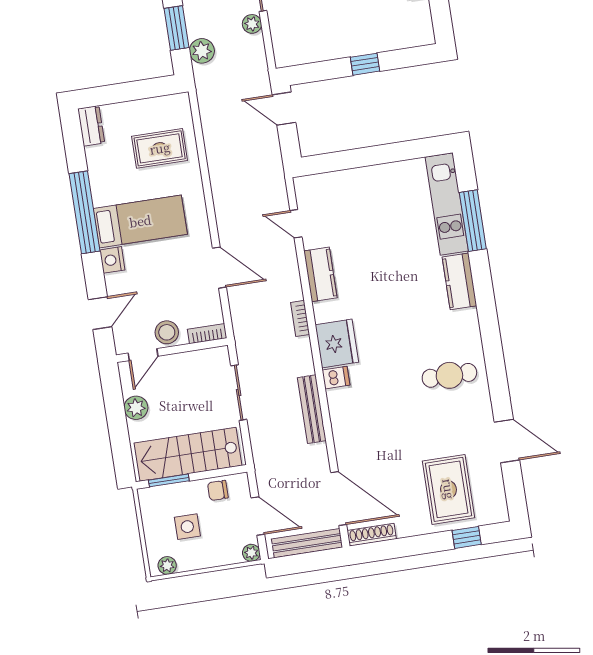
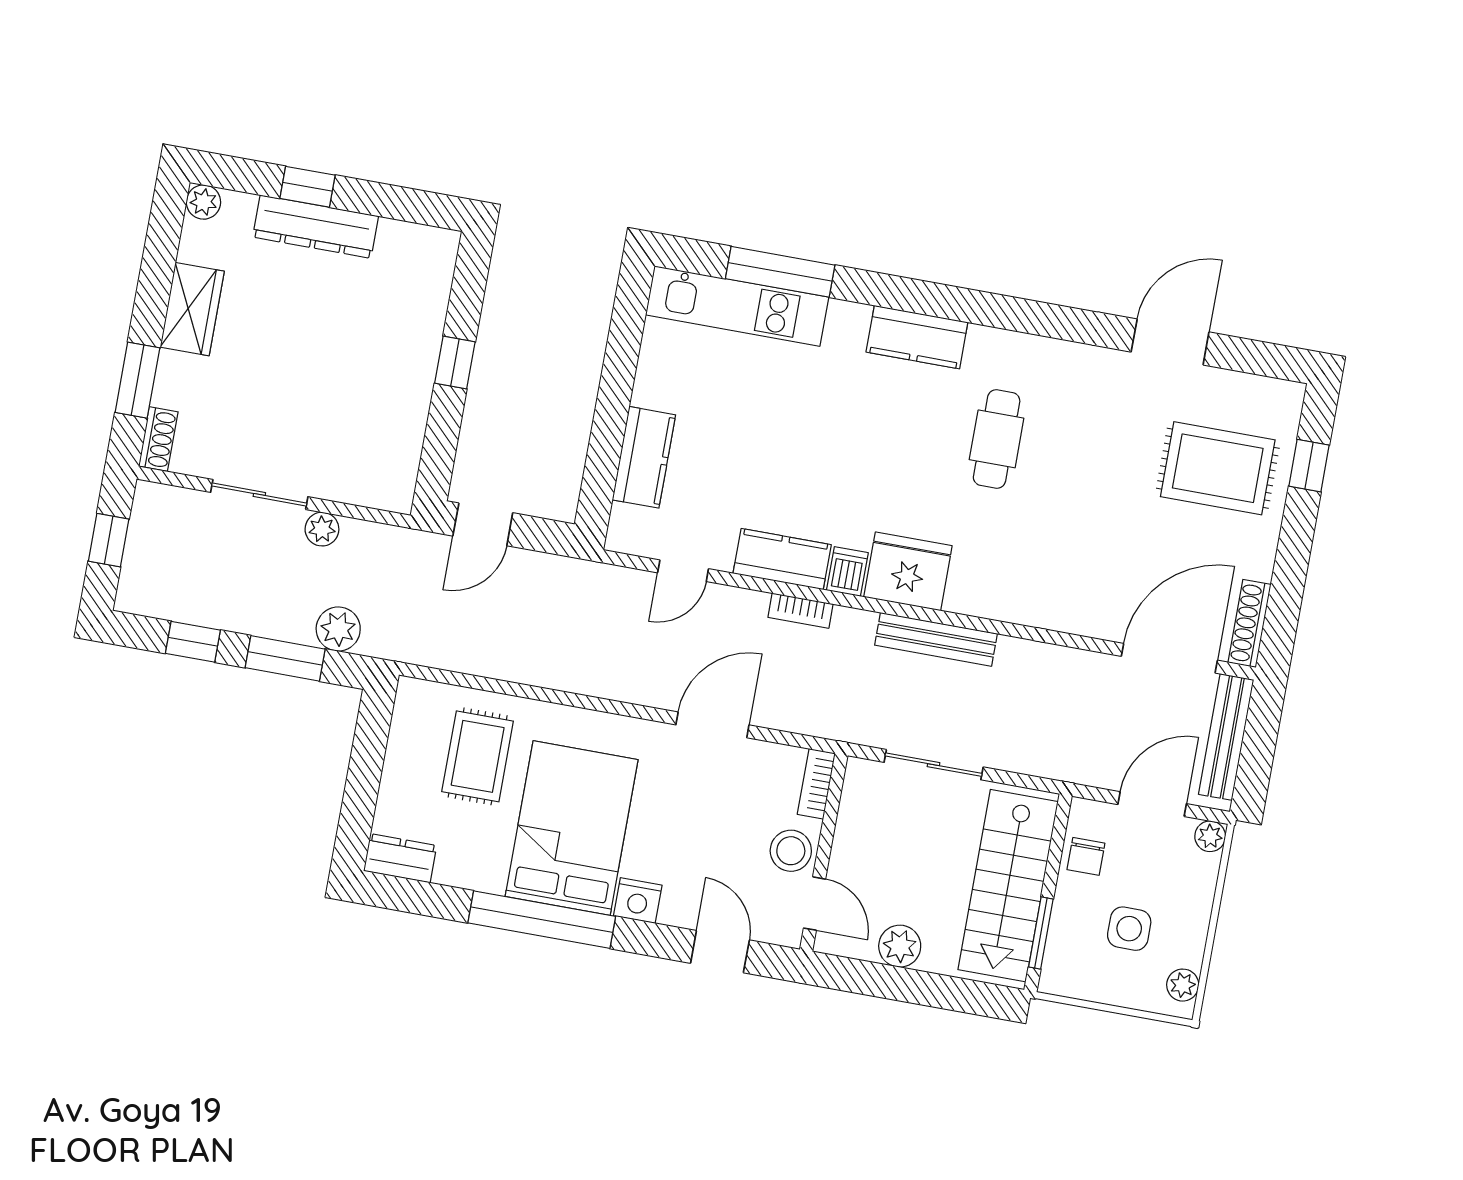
kitchen counter: (349, 182) -> (644, 457), added
bed: (140, 221) -> (572, 828), width x1.50
kitchen counter: (459, 281) -> (917, 337), moved
bookcase: (300, 318) -> (801, 611), moved
cafe table: (449, 375) -> (997, 439), moved
dishwasher: (336, 378) -> (847, 571), moved
bench: (312, 409) -> (936, 639), moved

